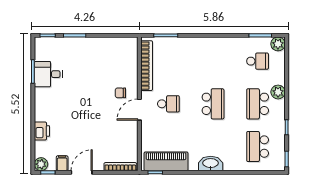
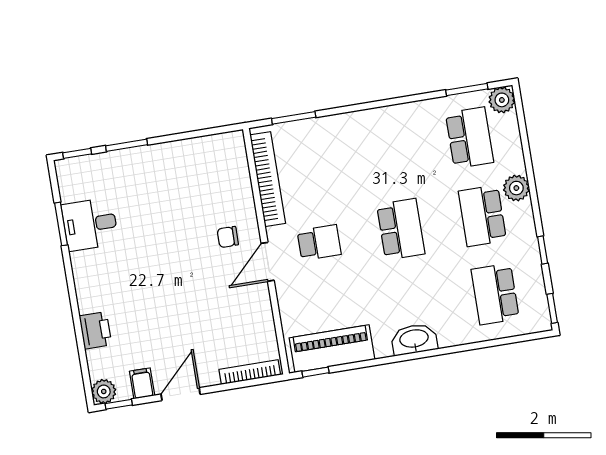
school desk: (258, 61) -> (470, 138), width x1.85

